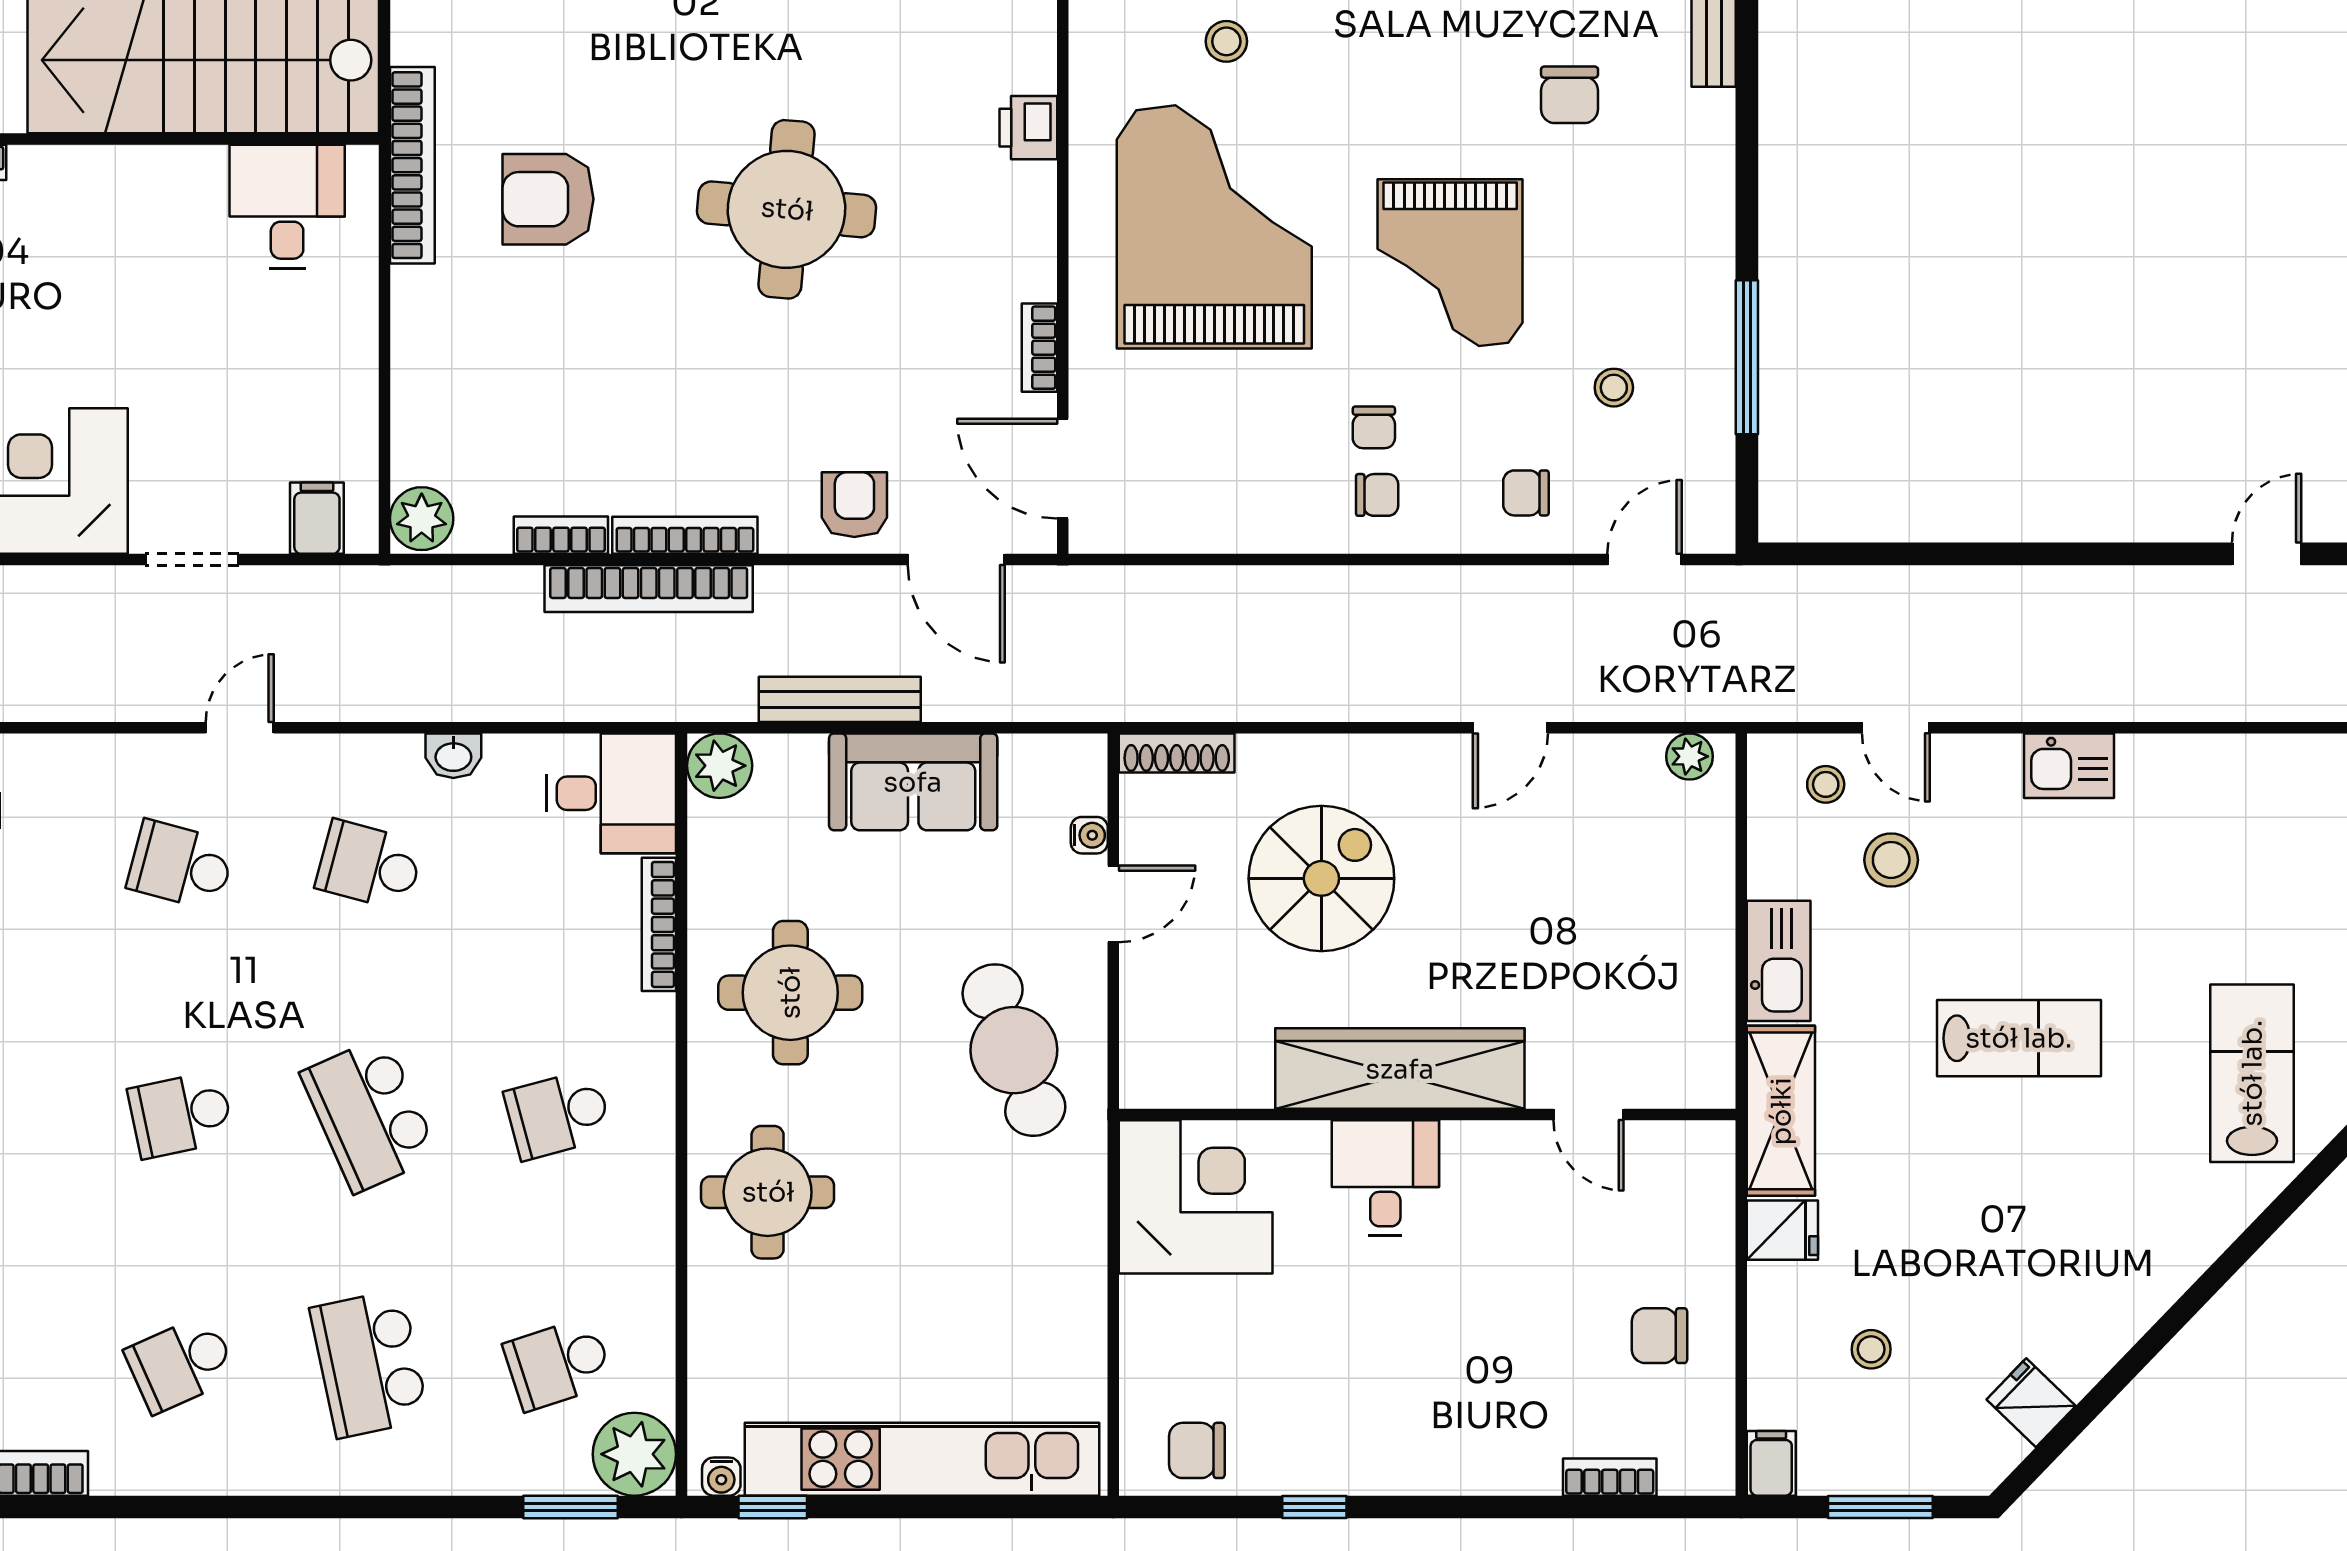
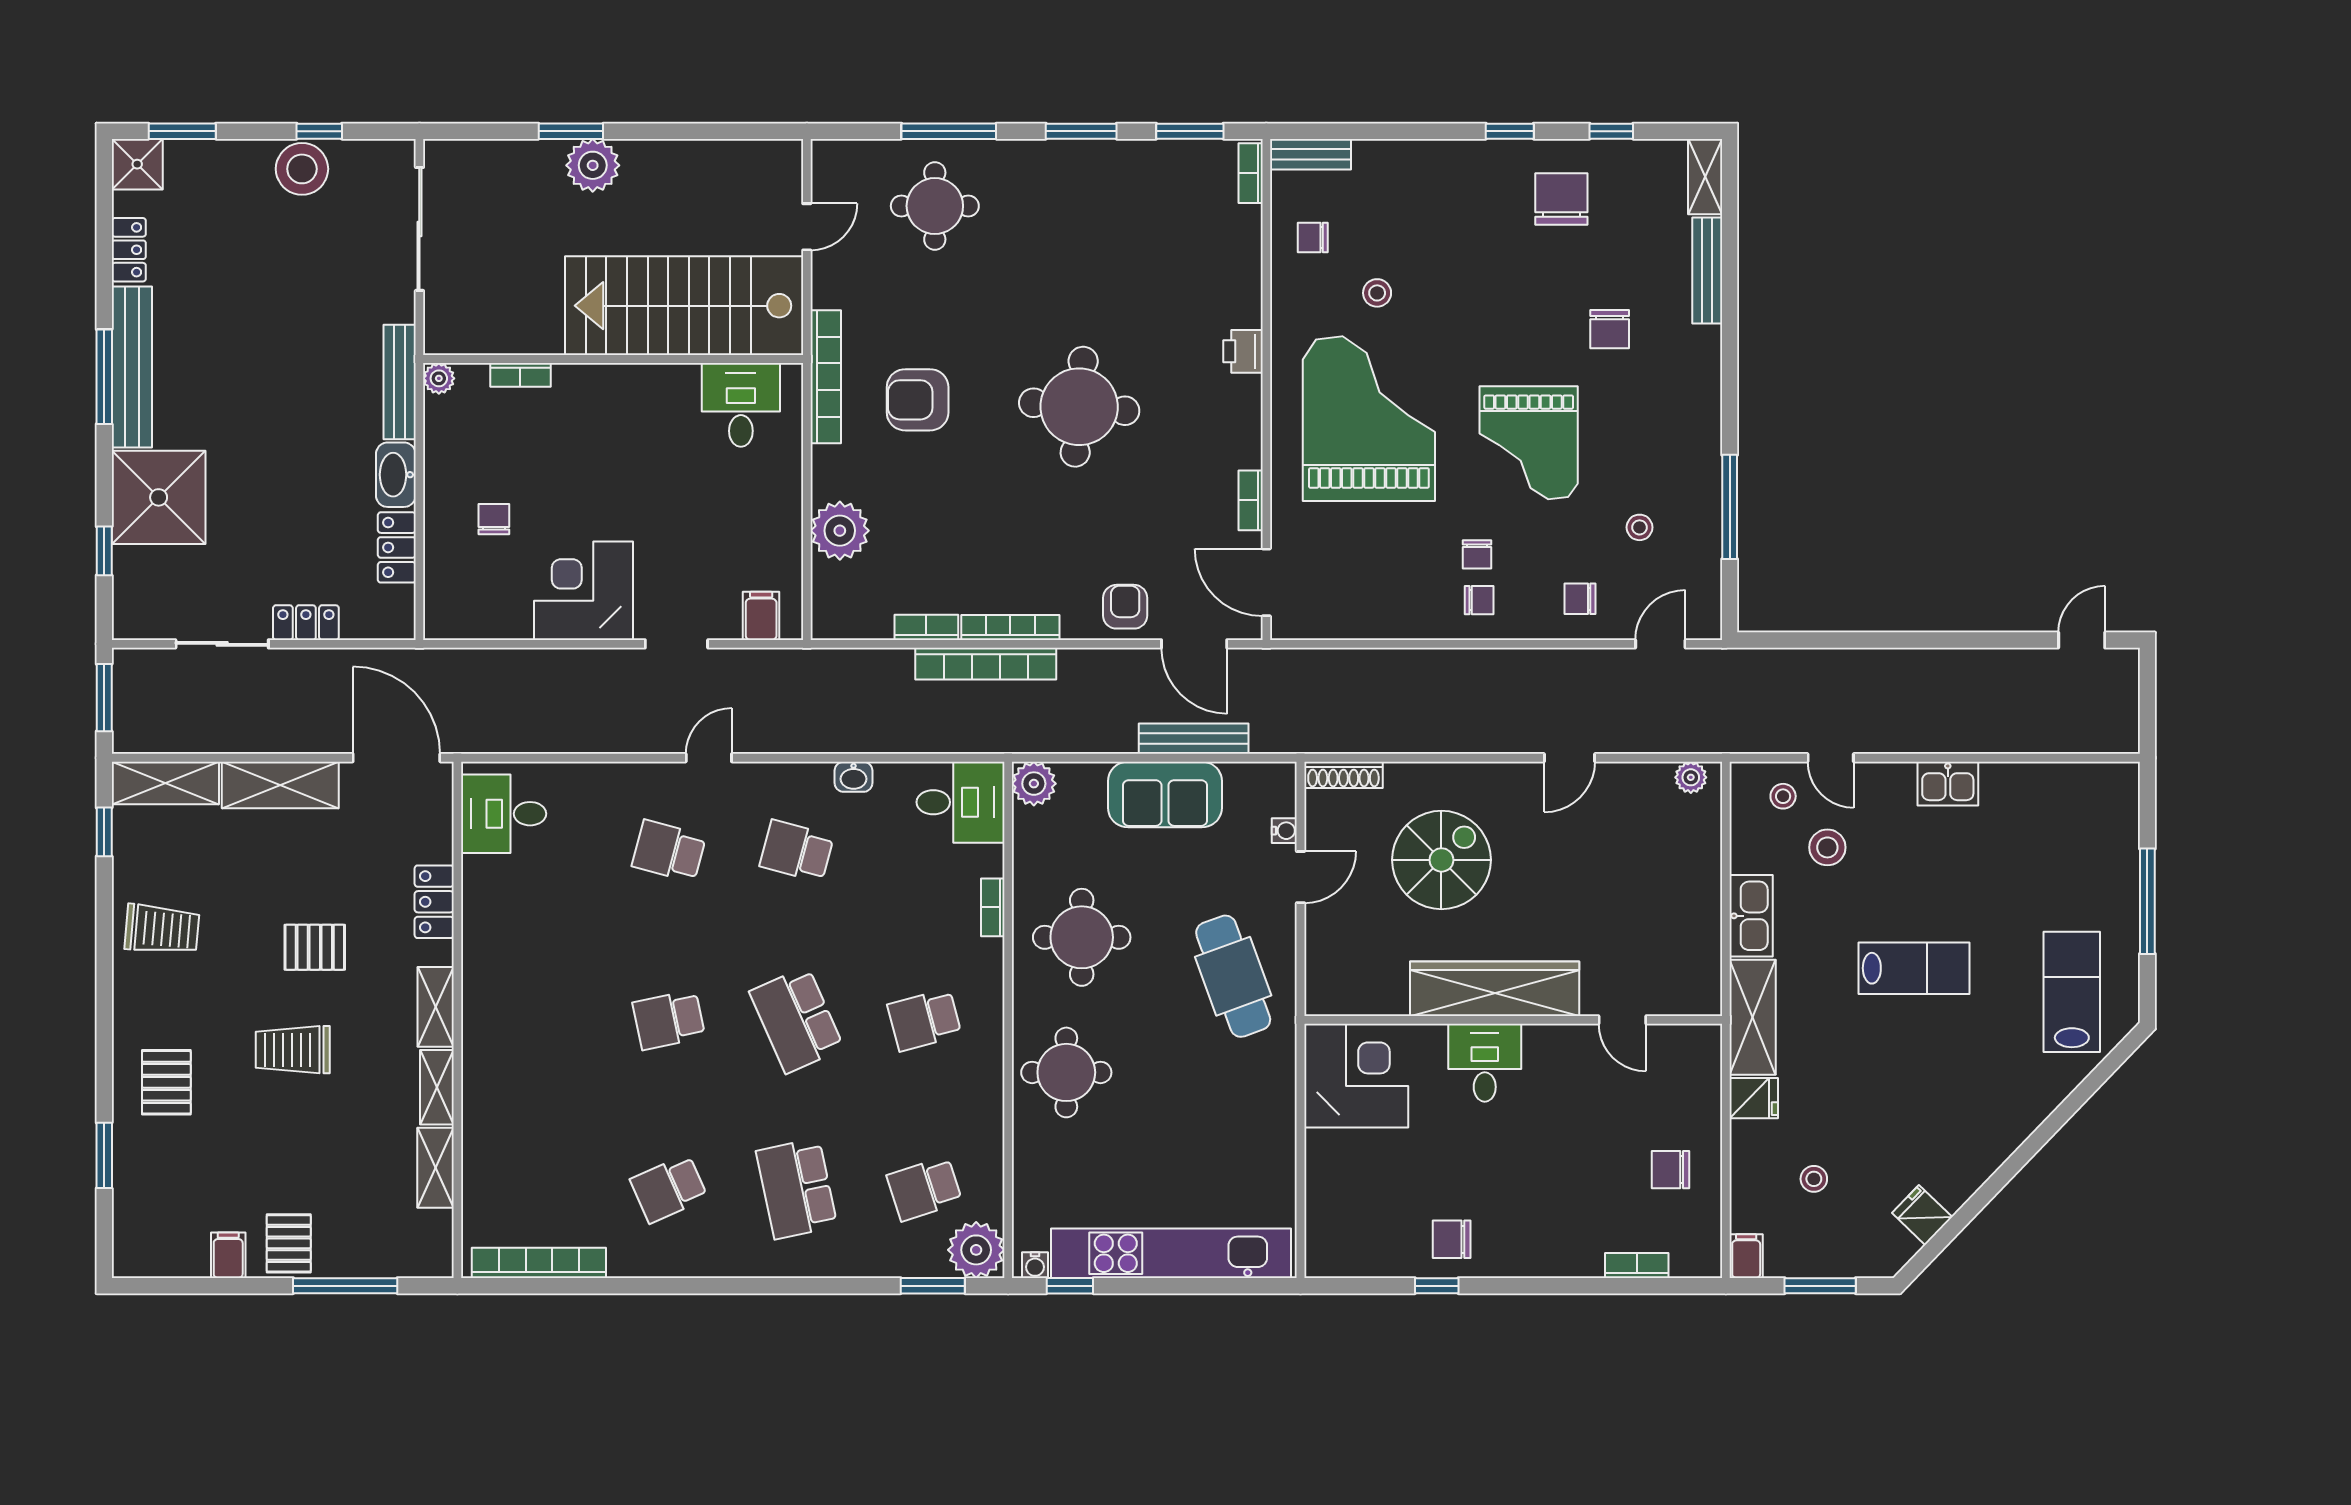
plant: (422, 519) -> (840, 531), moved, width x1.36, depth x1.36
bench: (840, 699) -> (1194, 739), moved
bookcase: (659, 924) -> (993, 907), width x0.64
chair: (1197, 1450) -> (1452, 1239), moved

